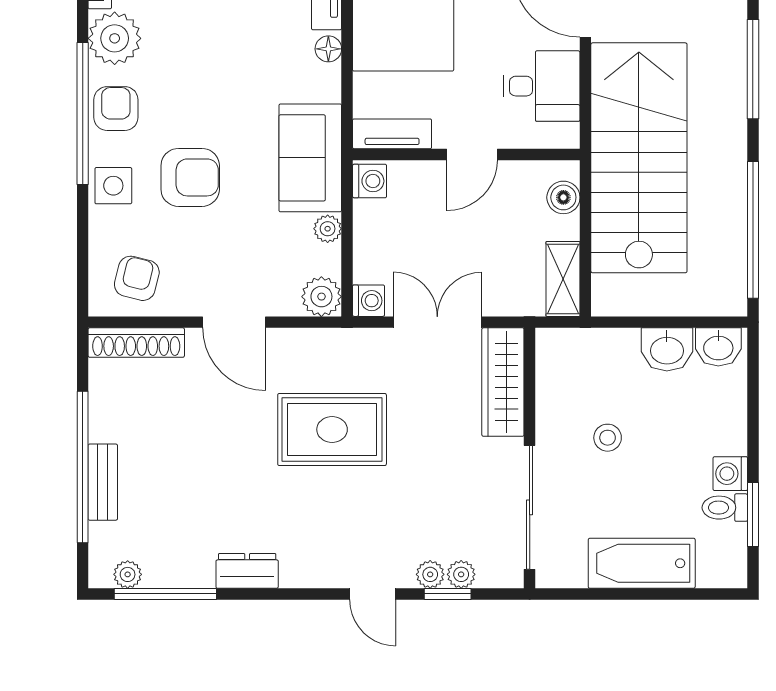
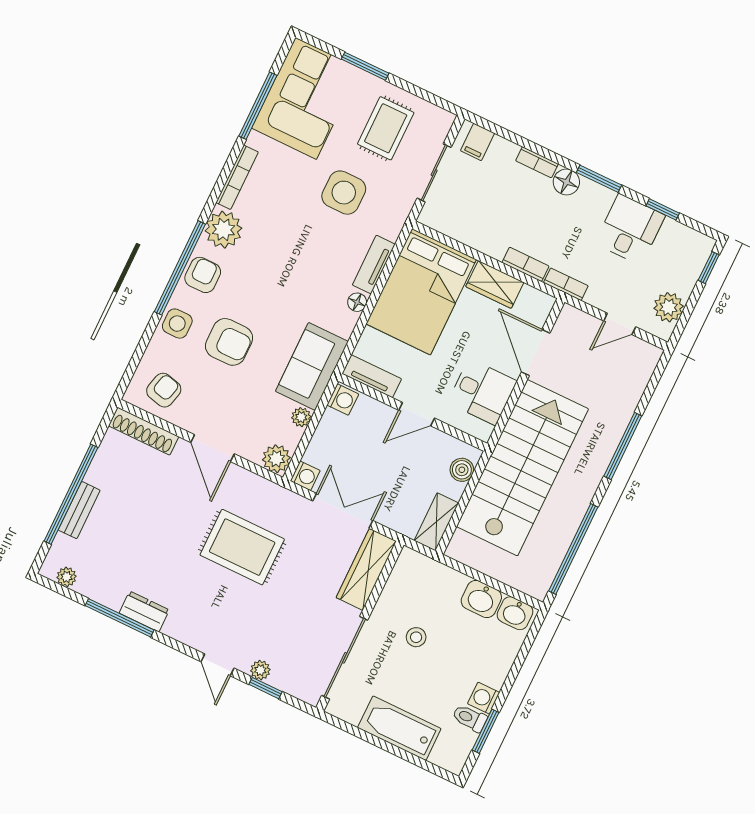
plant: (461, 574) -> (280, 680), removed
window: (165, 594) -> (120, 618), moved

